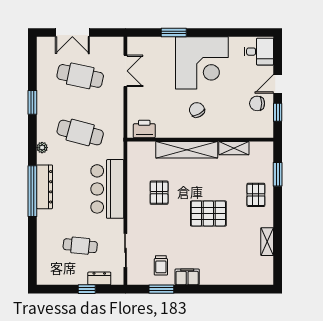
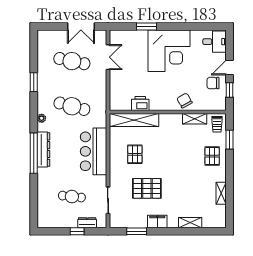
double door: (72, 32) -> (81, 26), moved
chair: (197, 110) -> (184, 100), moved
printer: (144, 129) -> (140, 103), moved
shelving: (187, 150) -> (134, 120), moved
pallet: (208, 213) -> (147, 188), moved
trolley: (161, 265) -> (217, 124), moved
shelving: (228, 278) -> (190, 223), added

